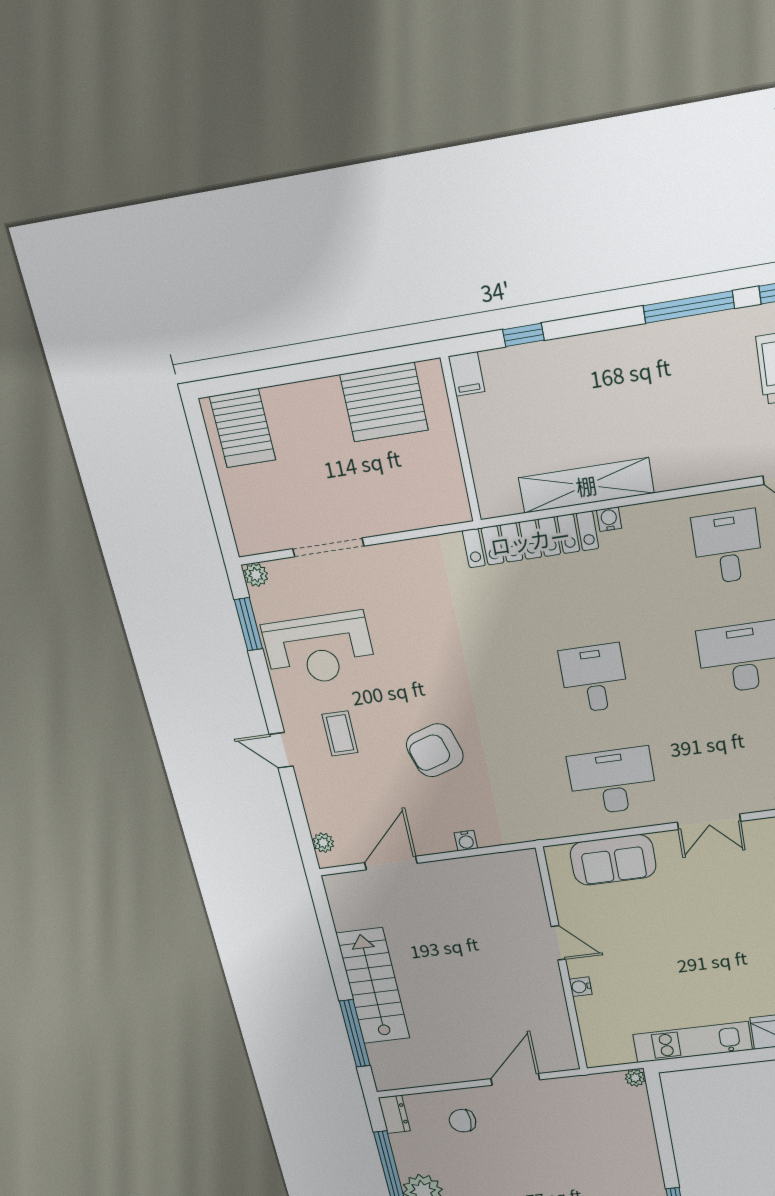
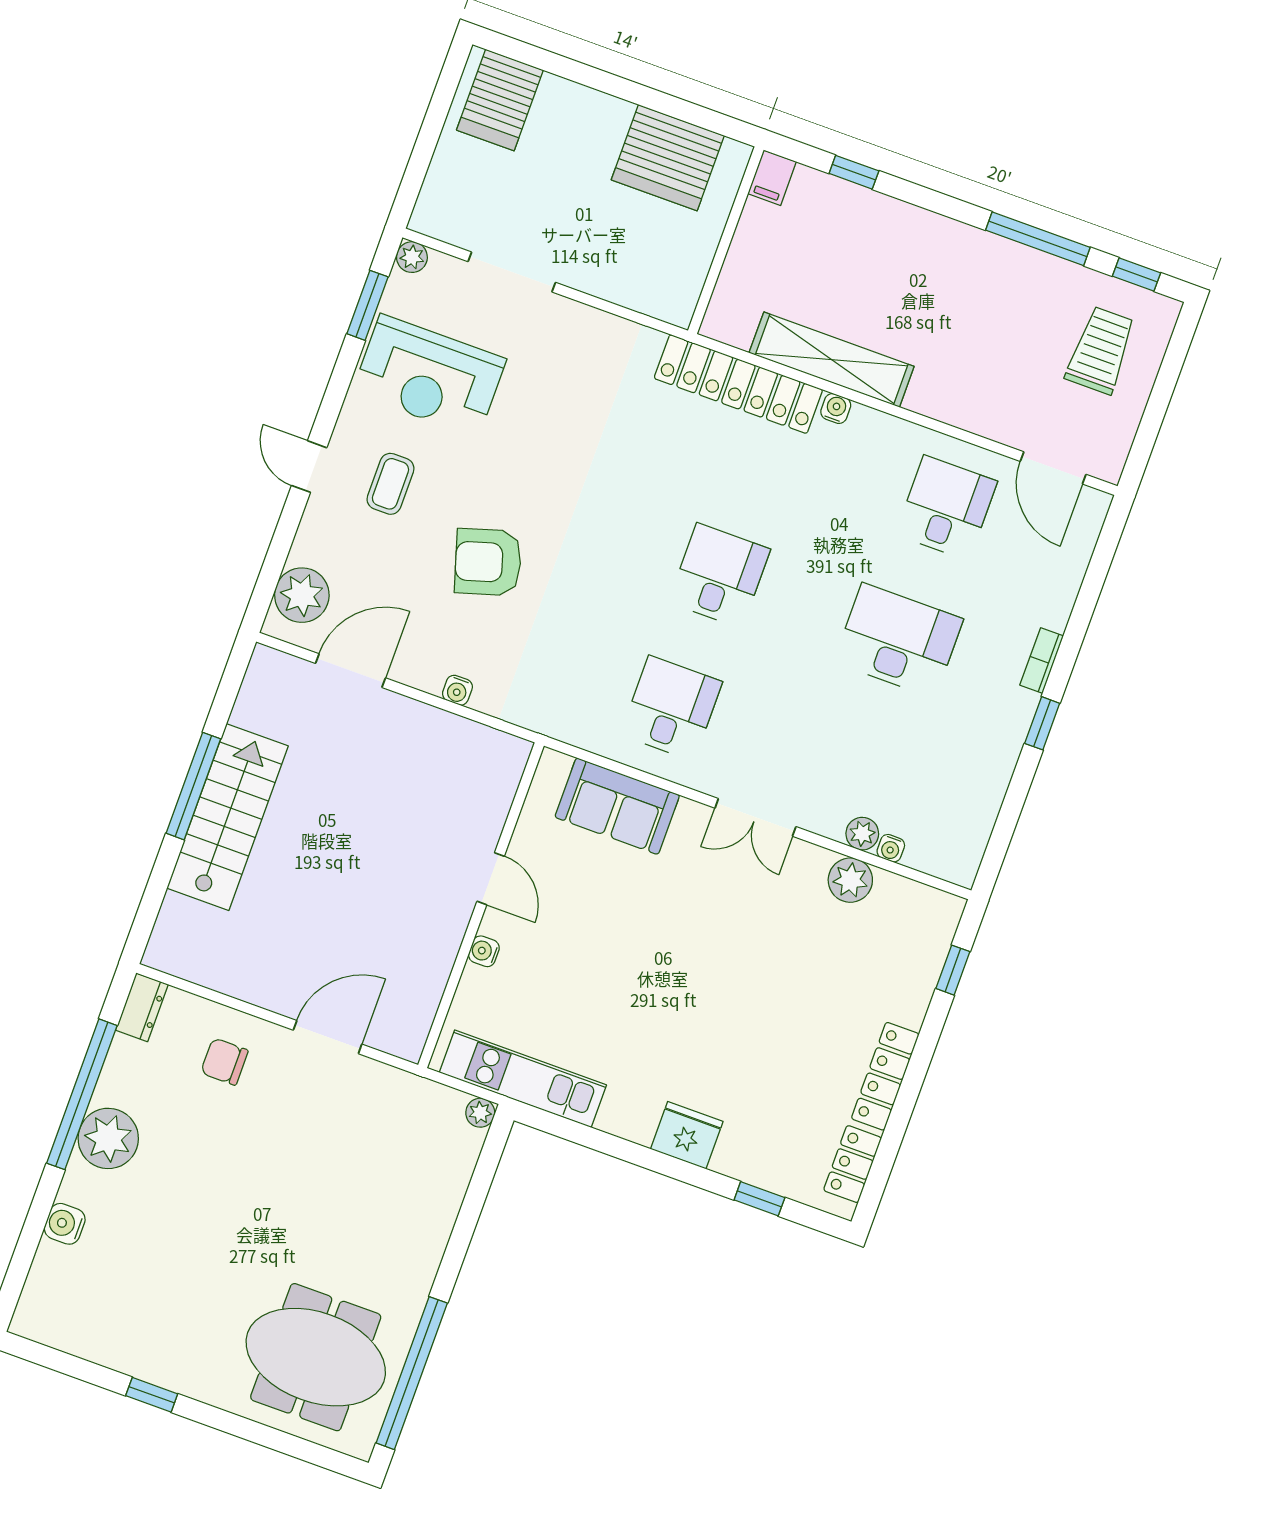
desk: (612, 781) -> (671, 708), width x0.73
plant: (323, 843) -> (302, 595), width x1.87, depth x1.87
window: (355, 1033) -> (193, 786), moved
kitchen unit: (693, 1042) -> (523, 1079), moved

